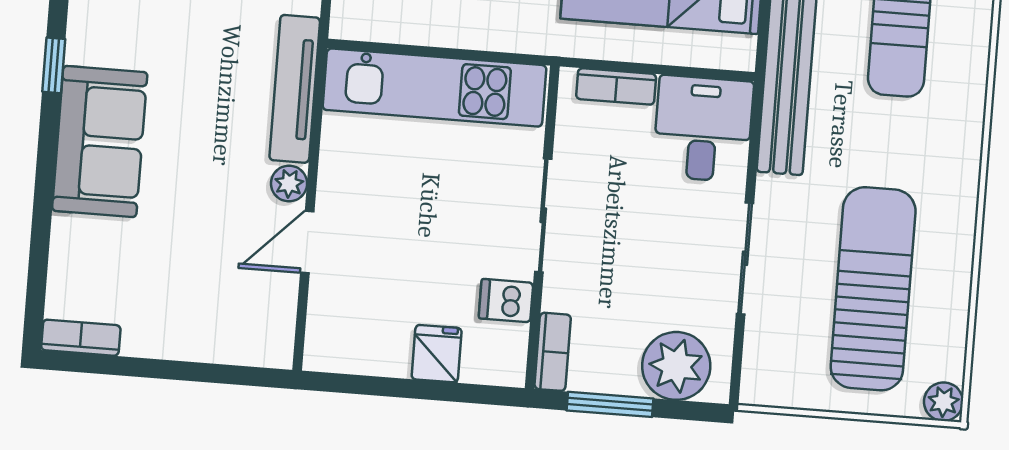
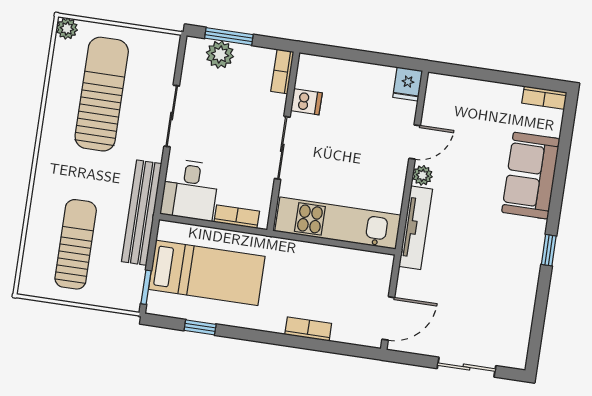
sofa: (100, 141) -> (531, 176), moved
sun lounger: (873, 289) -> (102, 94), turned 180
fridge: (437, 354) -> (408, 84), moved
plant: (676, 366) -> (220, 55), width x0.73, depth x0.73
window: (610, 404) -> (229, 36), moved

